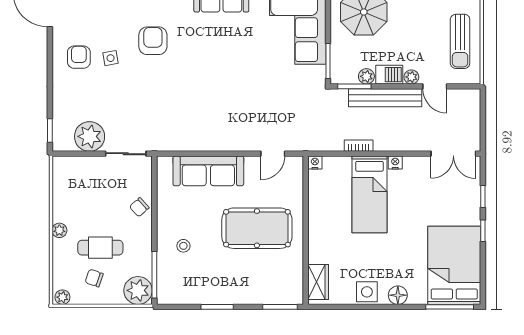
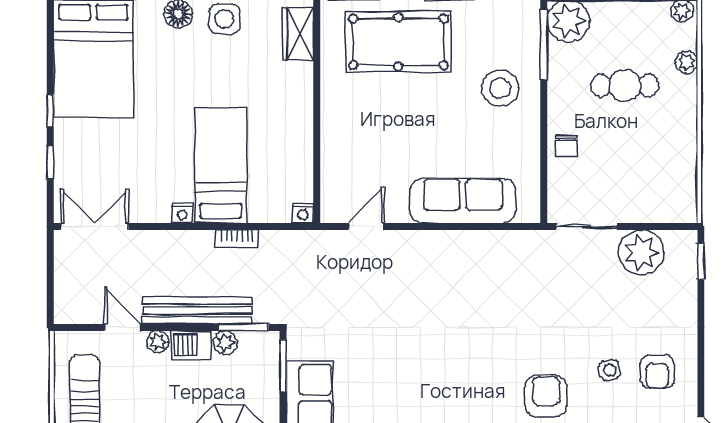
armchair: (153, 41) -> (546, 396), turned 180
chair: (139, 207) -> (567, 146), turned 132
pool table: (257, 228) -> (398, 42), moved
plant: (59, 230) -> (686, 62), moved
stool: (183, 246) -> (500, 88), width x1.89, depth x1.89
chair: (94, 278) -> (634, 40), removed

